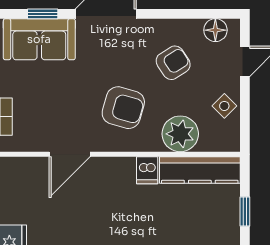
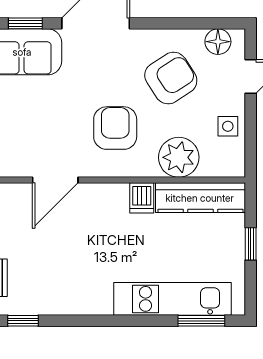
armchair: (173, 63) -> (171, 78), width x1.38, depth x1.38
side table: (224, 106) -> (228, 126), turned 45
armchair: (123, 108) -> (115, 128), turned -106

